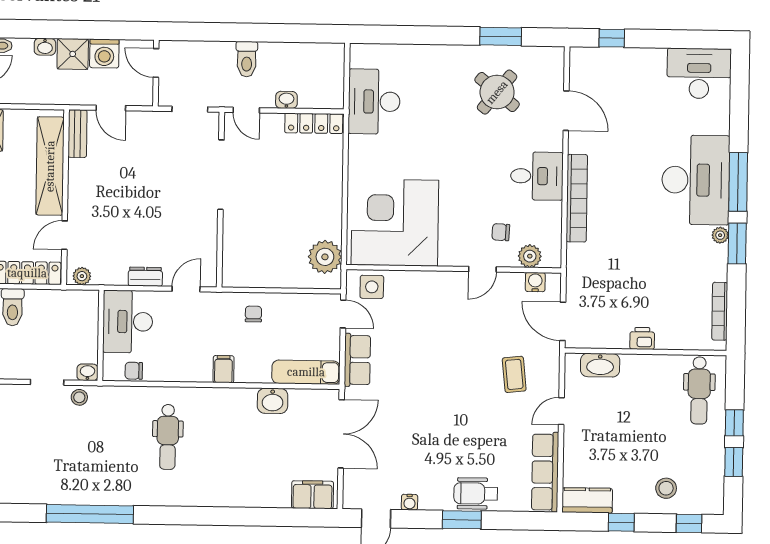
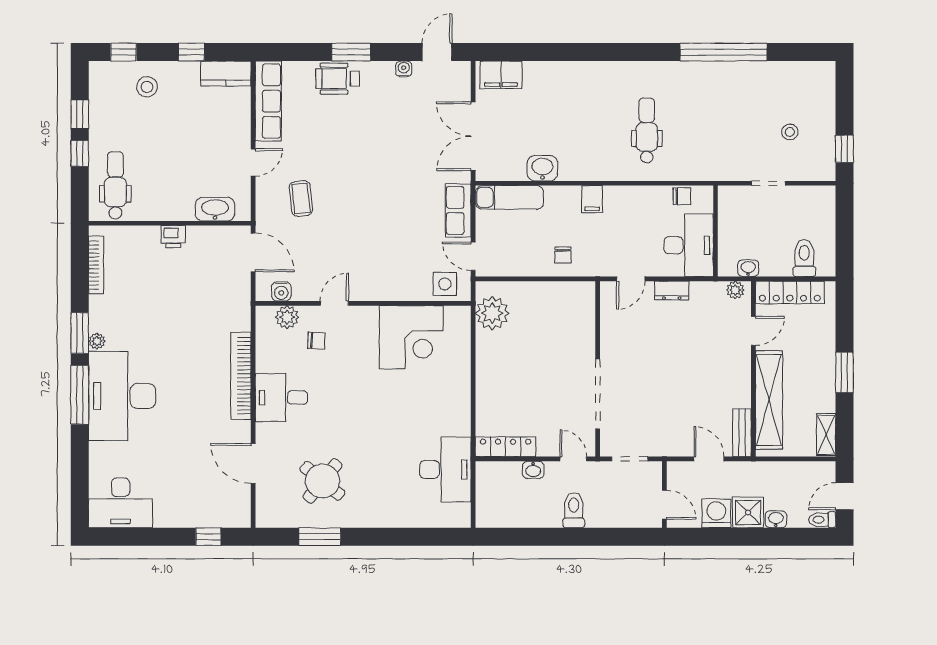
corner desk: (395, 223) -> (411, 337), width x0.74, depth x0.74
washbasin: (87, 372) -> (748, 268), moved, turned 180
stool: (79, 397) -> (790, 132), moved
wheelchair: (476, 493) -> (337, 79), turned 180

